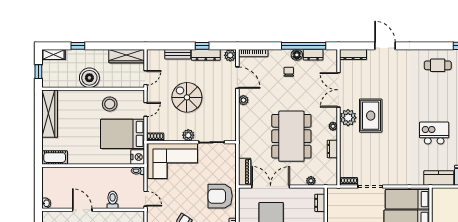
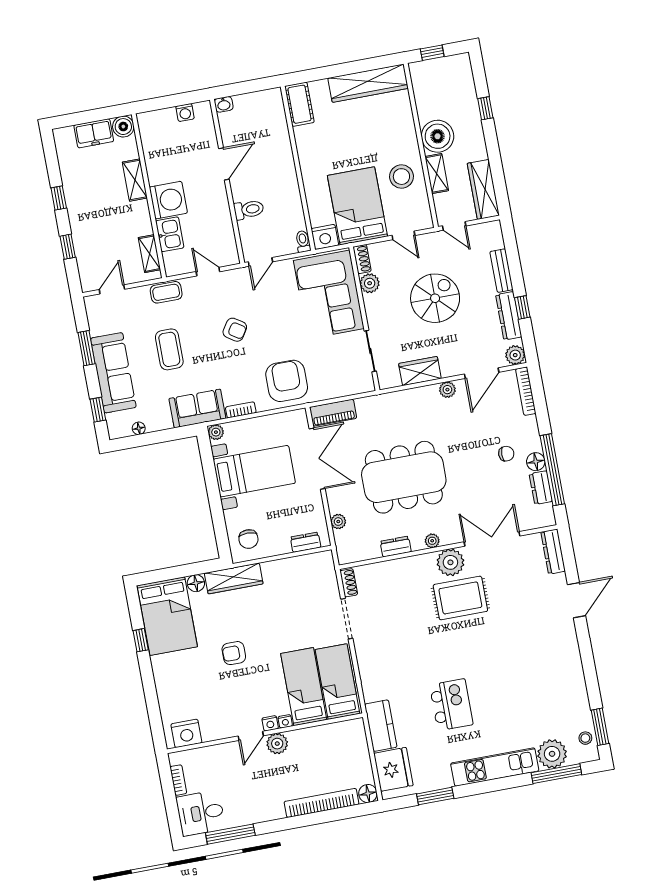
shelving: (54, 55) -> (437, 174), moved
cafe table: (438, 65) -> (561, 690), removed
wardrobe: (229, 115) -> (420, 371), added
plant: (188, 135) -> (370, 283), moved

